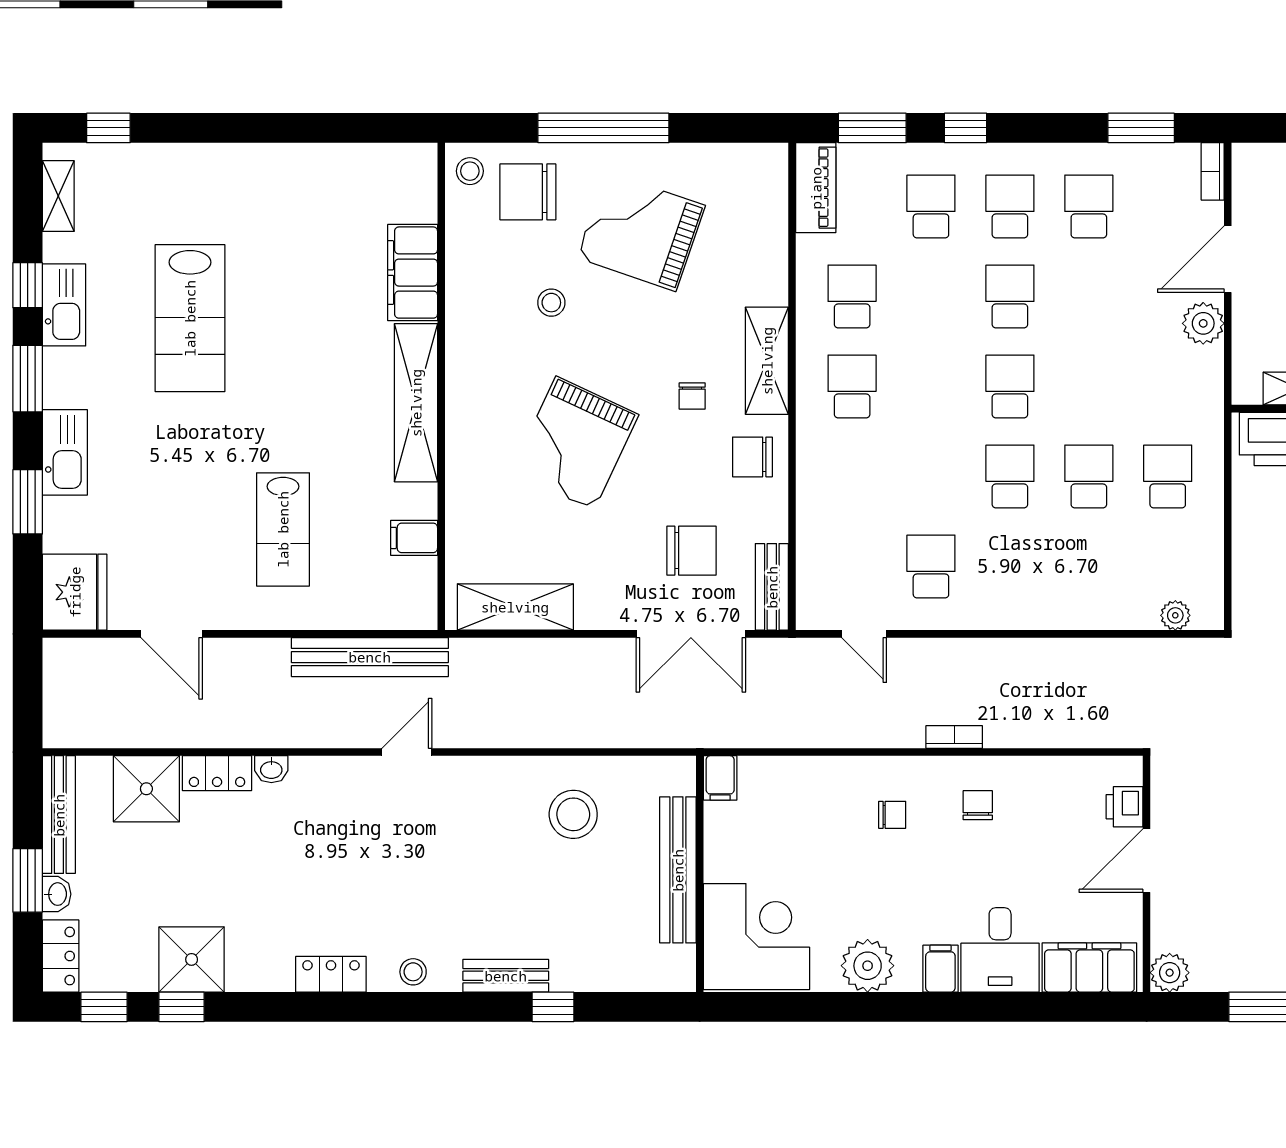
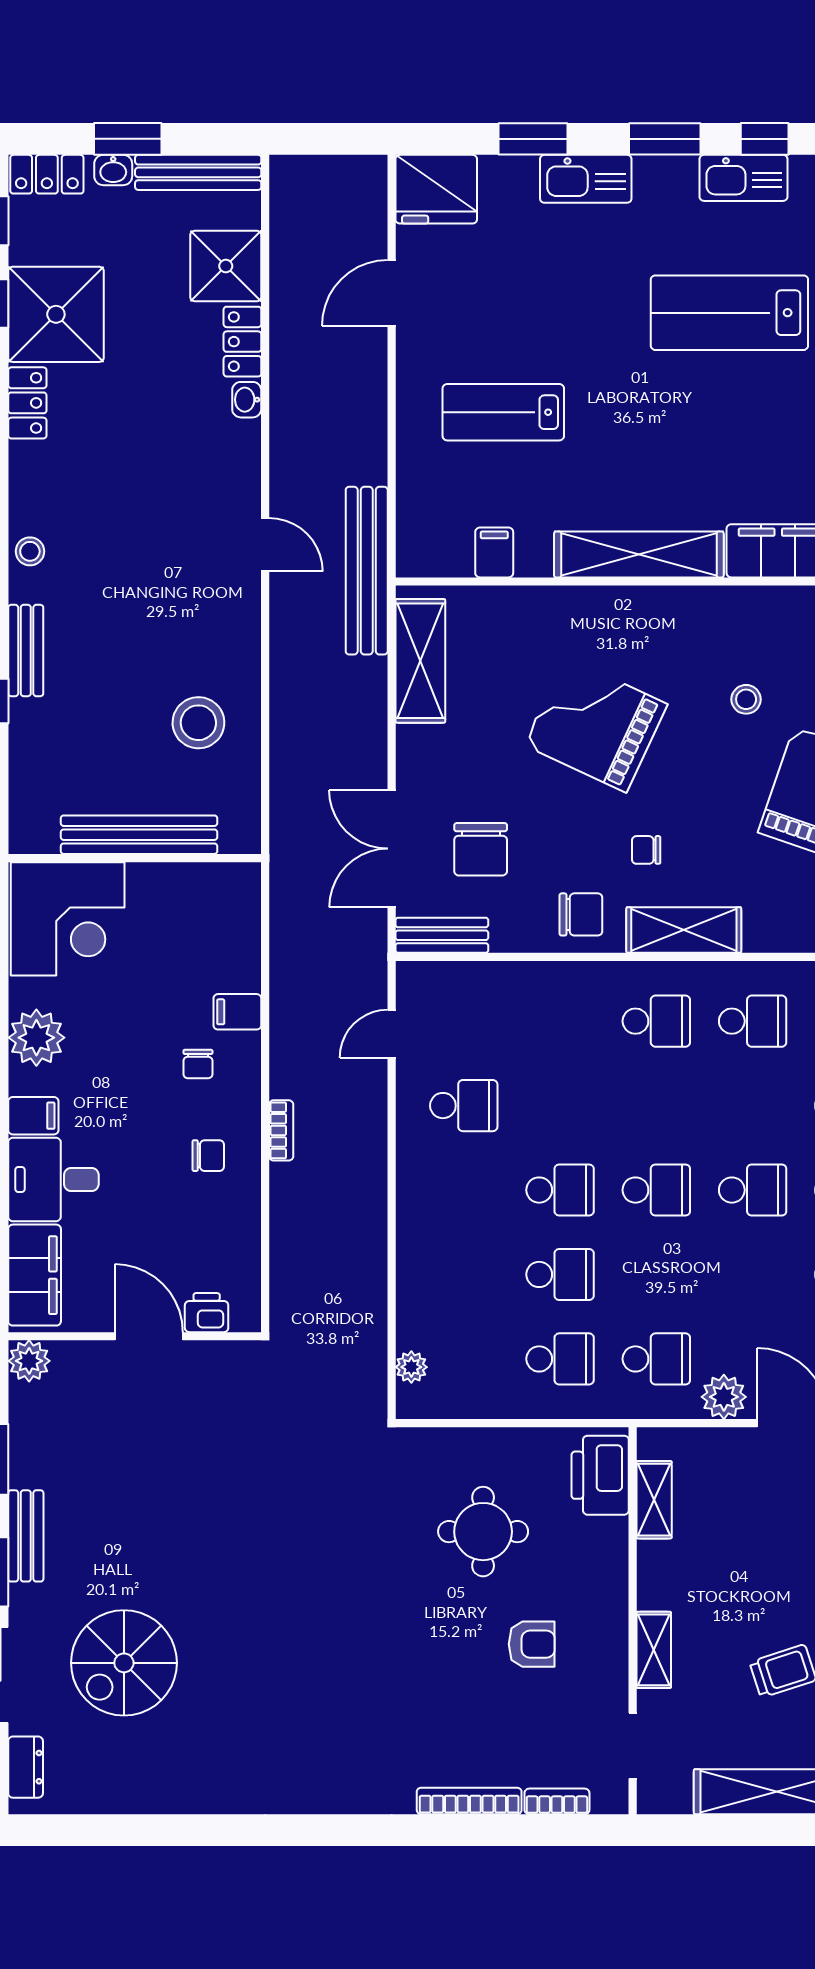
school desk: (1168, 386) -> (656, 1359), added
chair: (752, 457) -> (581, 914), turned 90
bench: (370, 657) -> (367, 571), moved
filing cabinet: (720, 778) -> (237, 1012), moved
shower: (192, 959) -> (56, 314), width x1.37, depth x1.37
locker: (331, 974) -> (27, 403), moved

